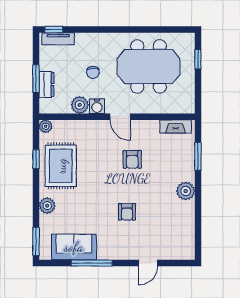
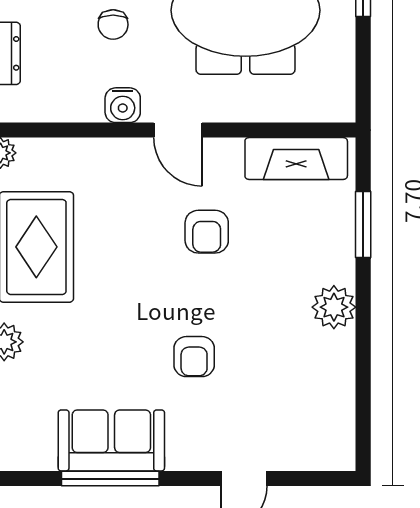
plant: (80, 105) -> (82, 102), removed
fireplace: (176, 126) -> (296, 159), width x1.37, depth x1.32
sofa: (74, 247) -> (111, 440), moved

